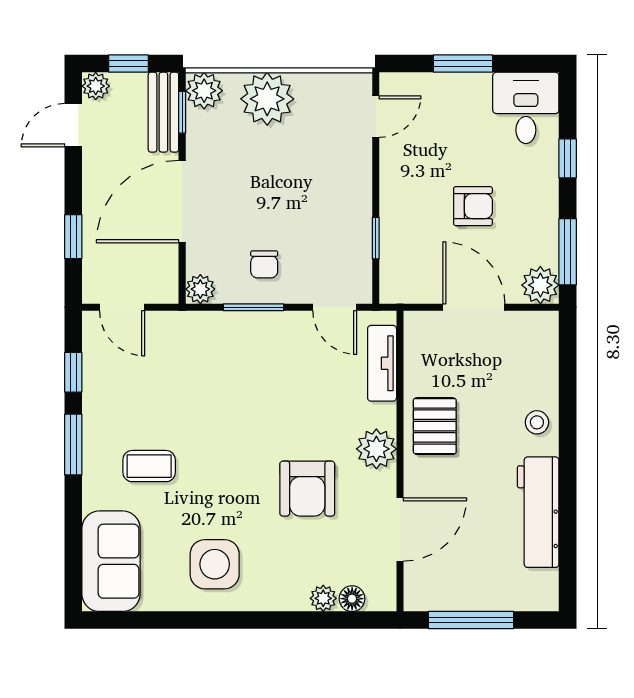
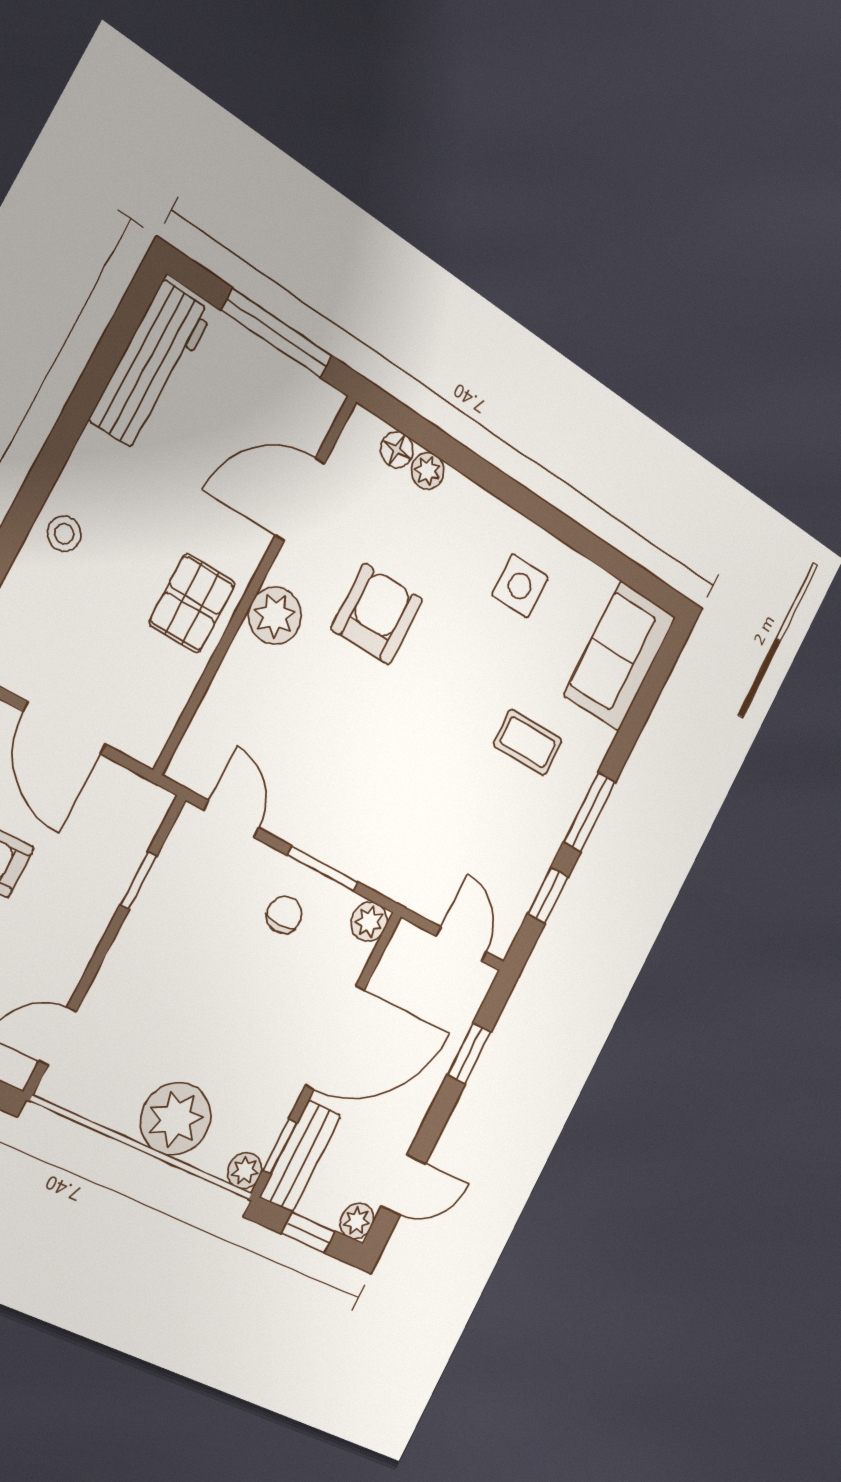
plant: (204, 91) -> (245, 1171), width x0.73, depth x0.73
tv unit: (382, 363) -> (213, 718), removed
workbench: (538, 512) -> (151, 366), moved
side table: (215, 564) -> (520, 586), width x0.73, depth x0.73

